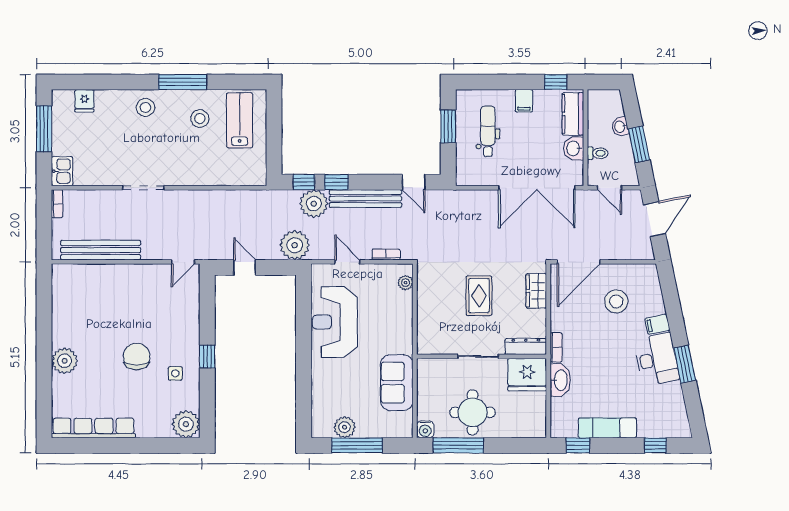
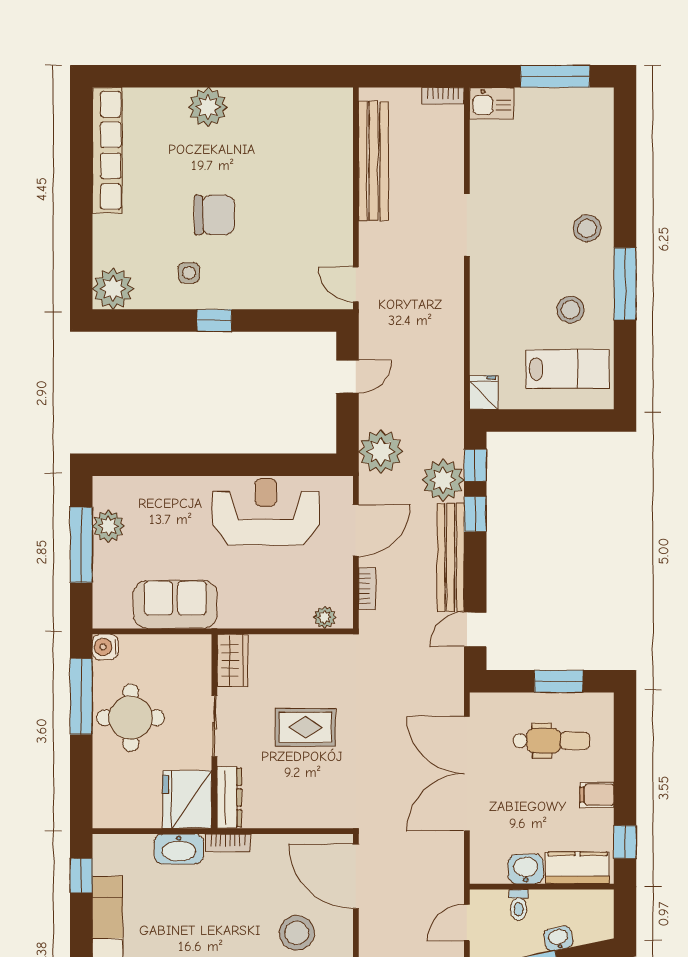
fridge: (84, 101) -> (484, 392), moved, turned 90
double door: (537, 188) -> (467, 774), moved
door: (347, 262) -> (356, 530), width x1.38
wardrobe: (536, 291) -> (232, 660), moved, turned 90

